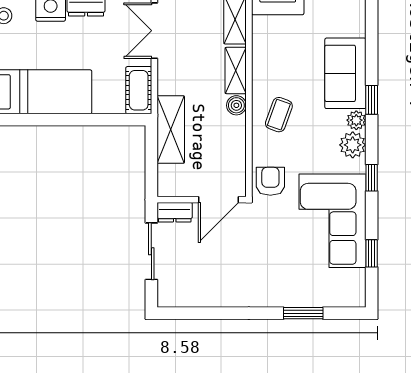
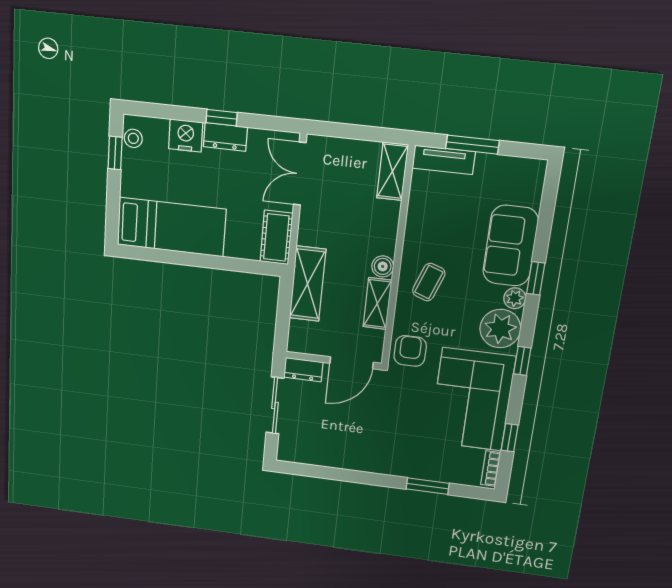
shelving: (236, 70) -> (377, 303), moved
plant: (353, 145) -> (500, 329), width x1.36, depth x1.36
bookcase: (359, 287) -> (491, 469), added

